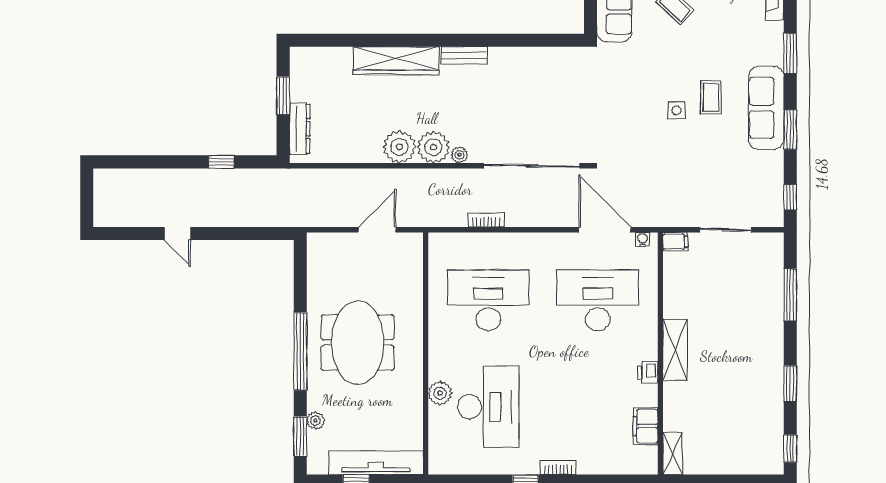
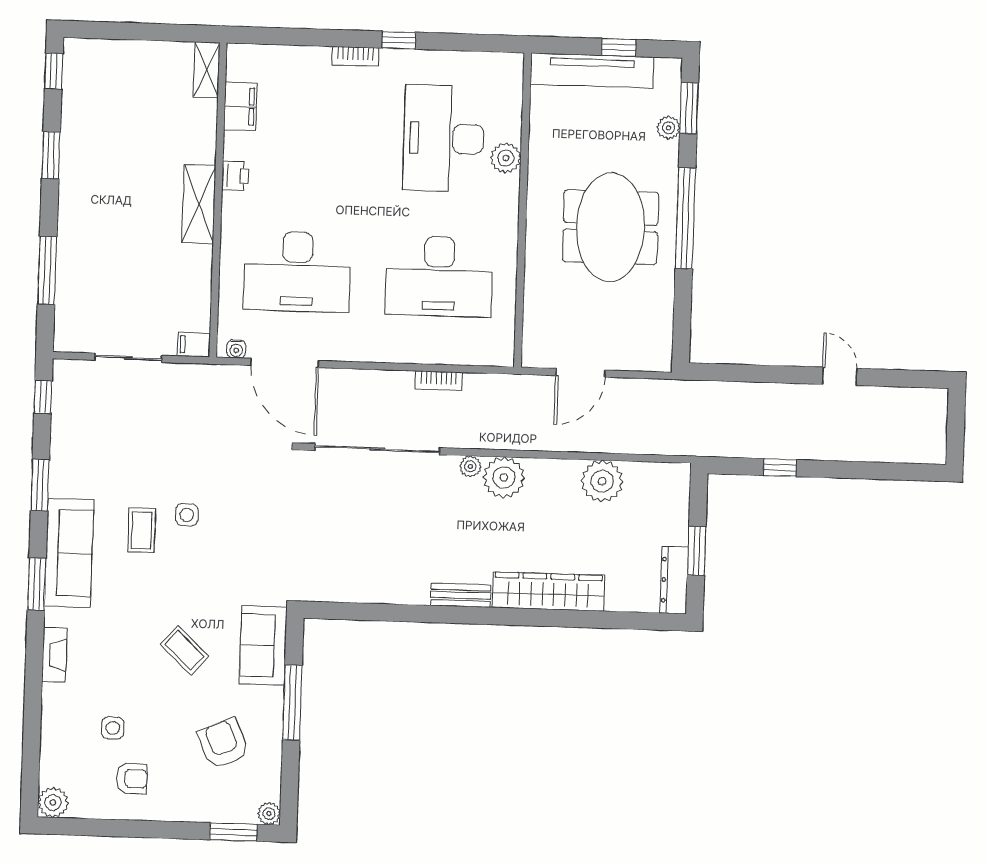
sofa: (766, 108) -> (69, 553), moved
dresser: (300, 129) -> (674, 580), moved
plant: (399, 147) -> (602, 481), moved

